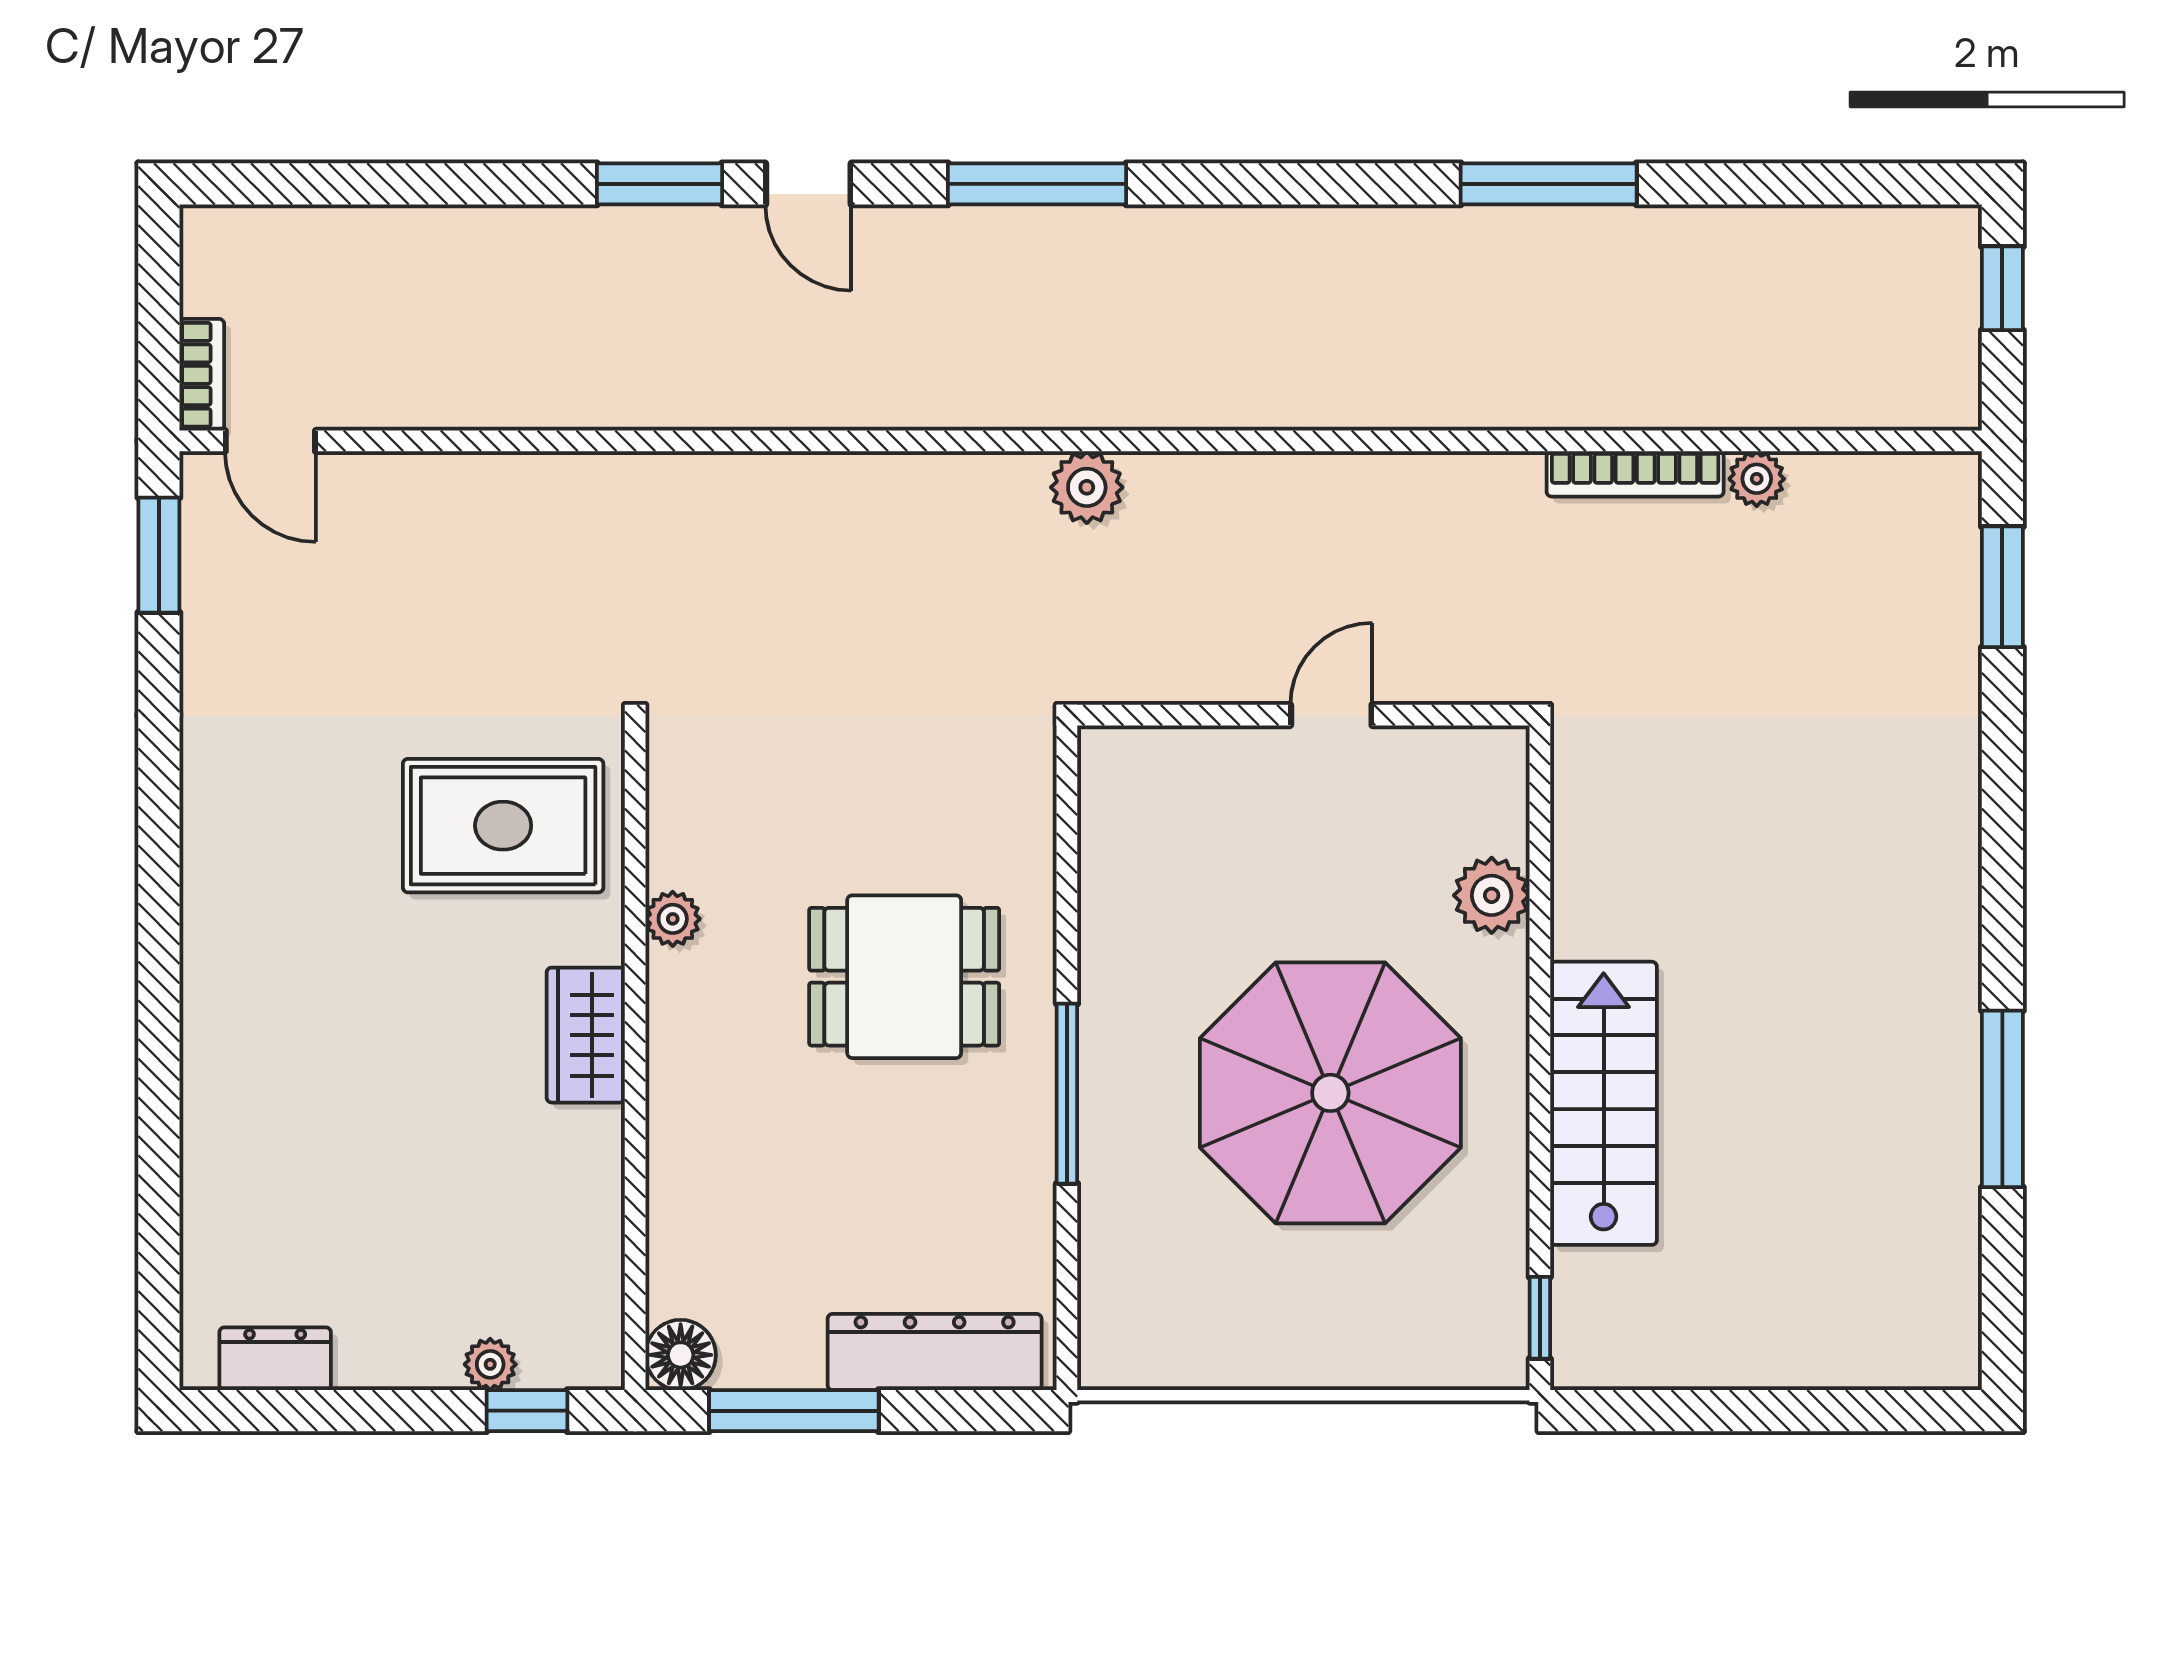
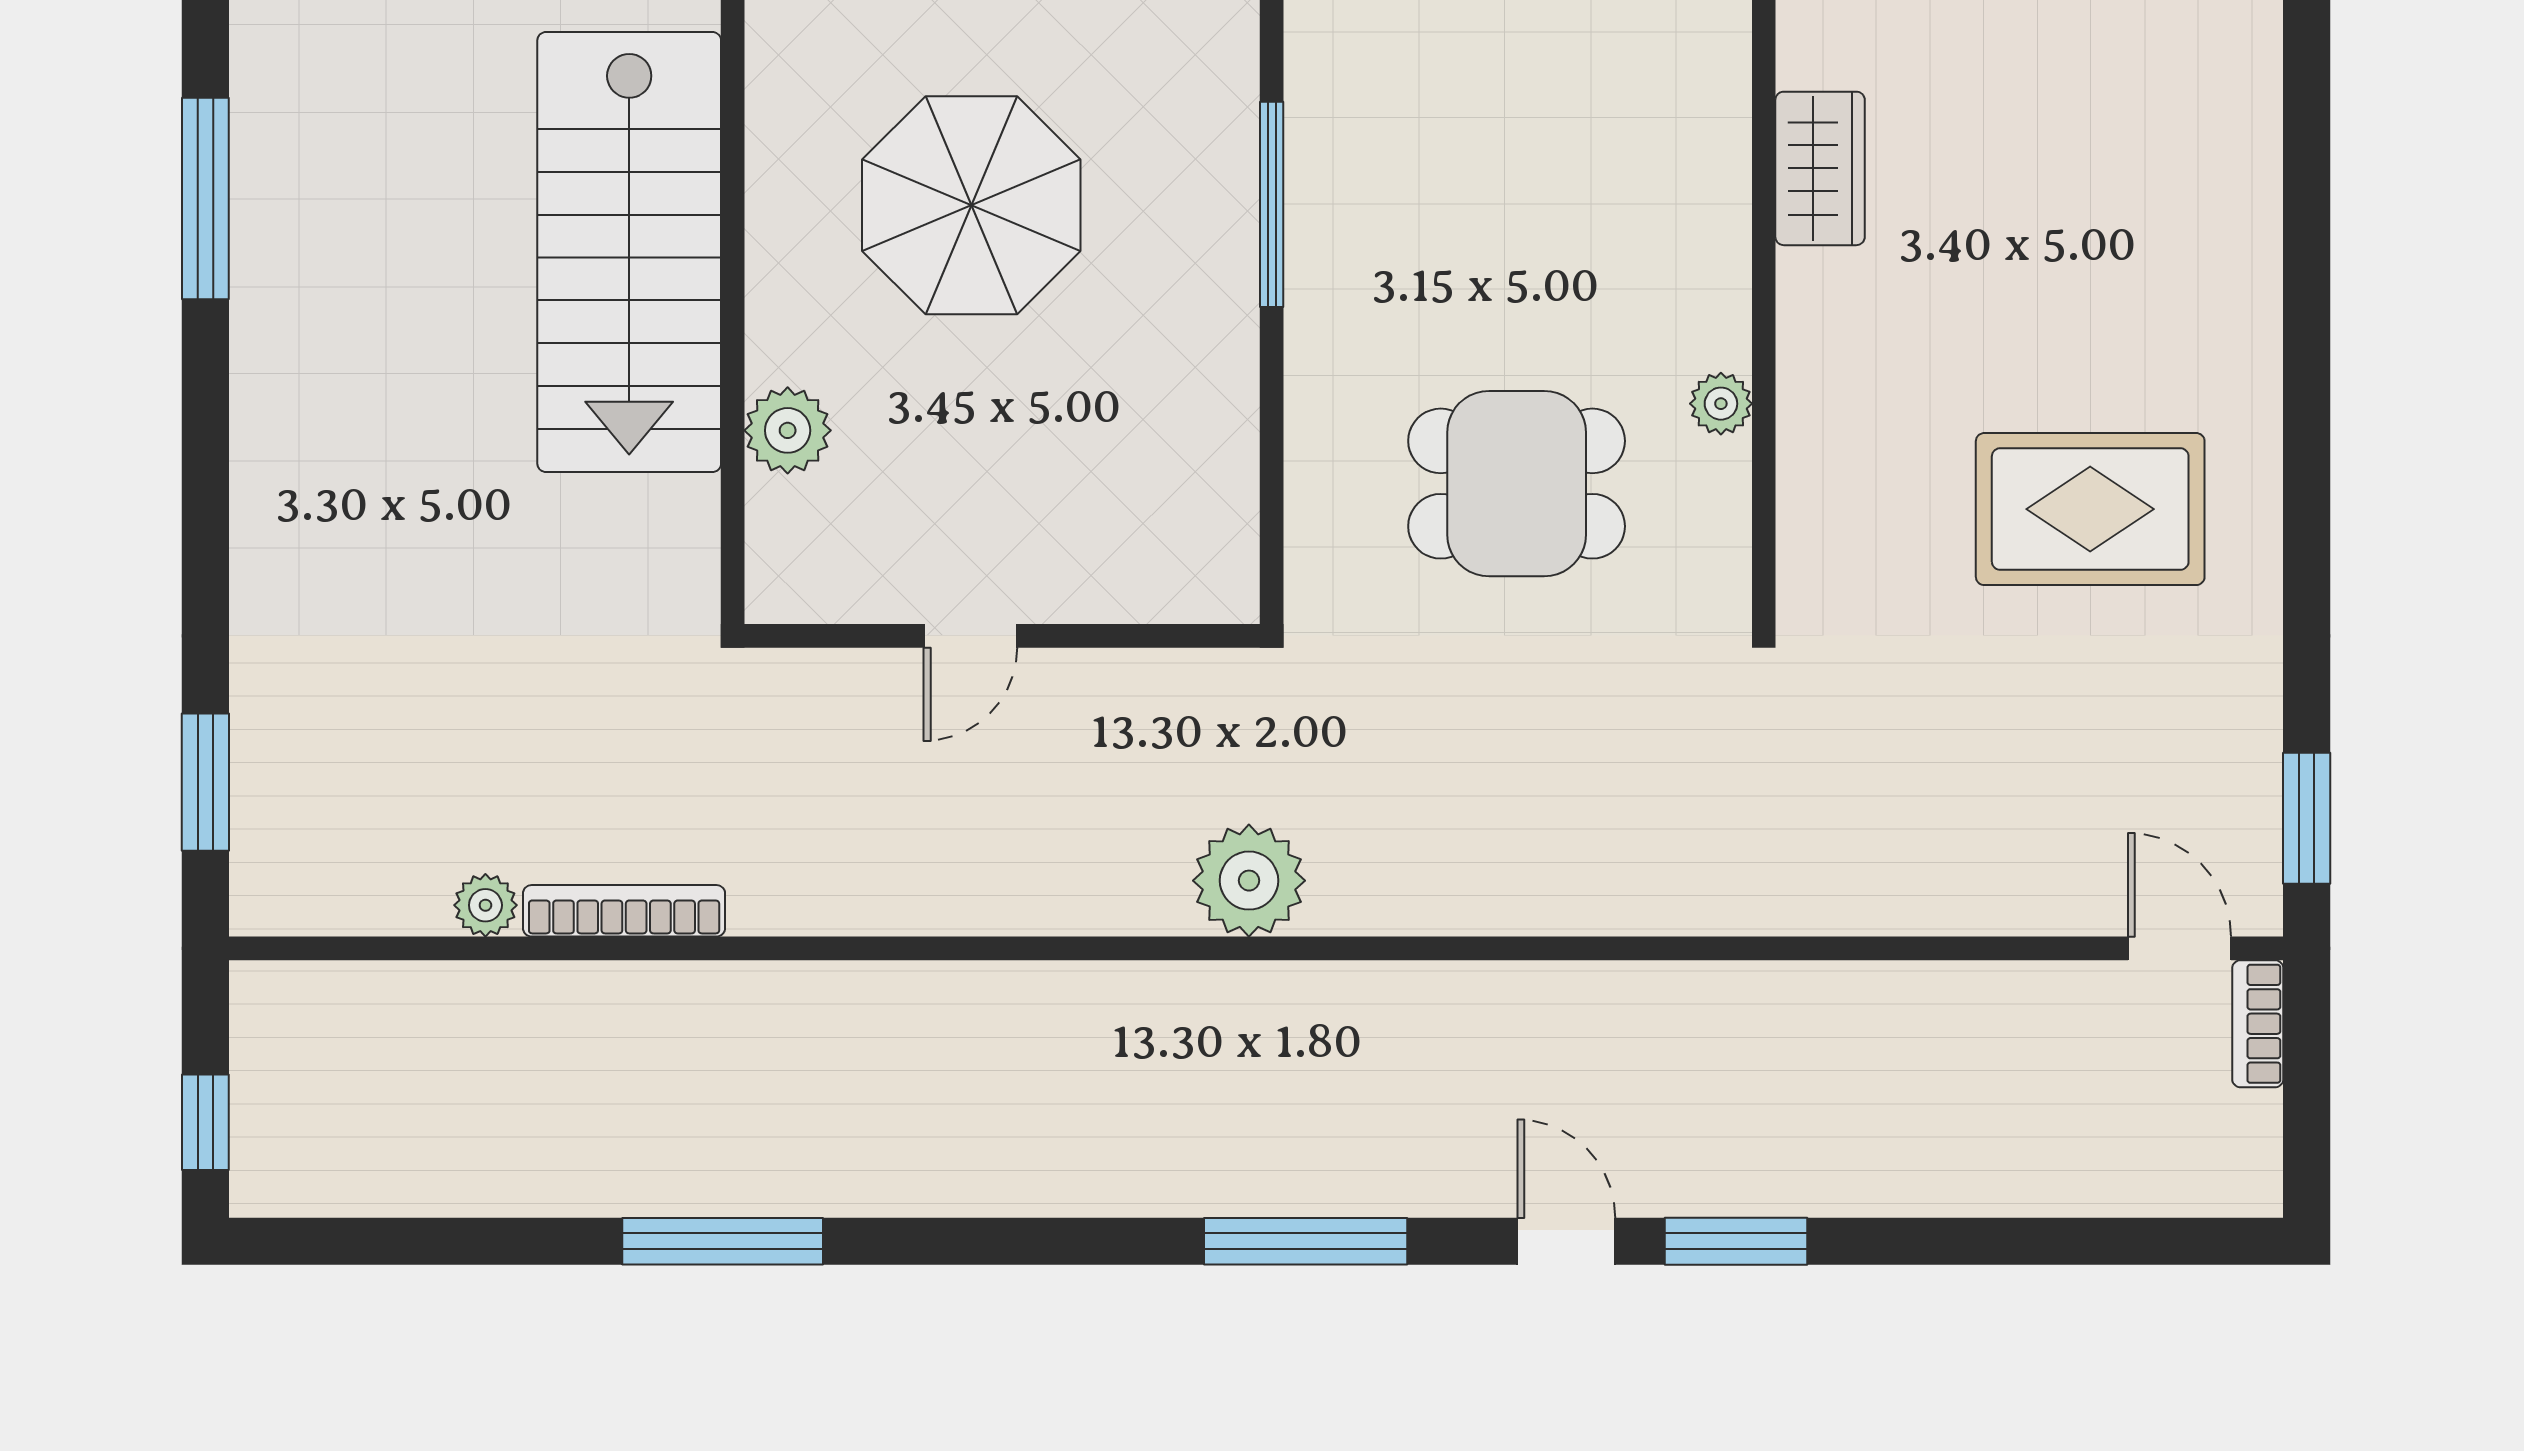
plant: (1087, 487) -> (1249, 881), width x1.36, depth x1.36
rug: (503, 826) -> (2090, 509), moved
dining table: (904, 977) -> (1517, 484), moved
wardrobe: (586, 1035) -> (1820, 168), moved
parasol: (1330, 1093) -> (971, 205), width x0.73, depth x0.73
stairs: (1604, 1103) -> (629, 252), width x1.36, depth x1.51

